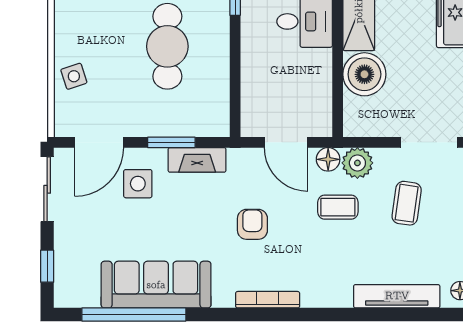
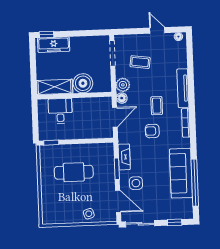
coffee table: (338, 207) -> (157, 106), moved
tv unit: (397, 296) -> (183, 88), moved

